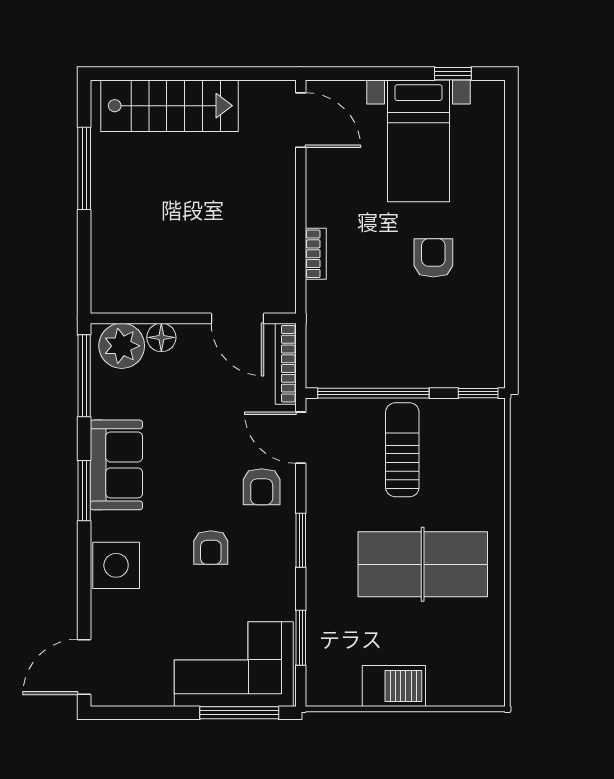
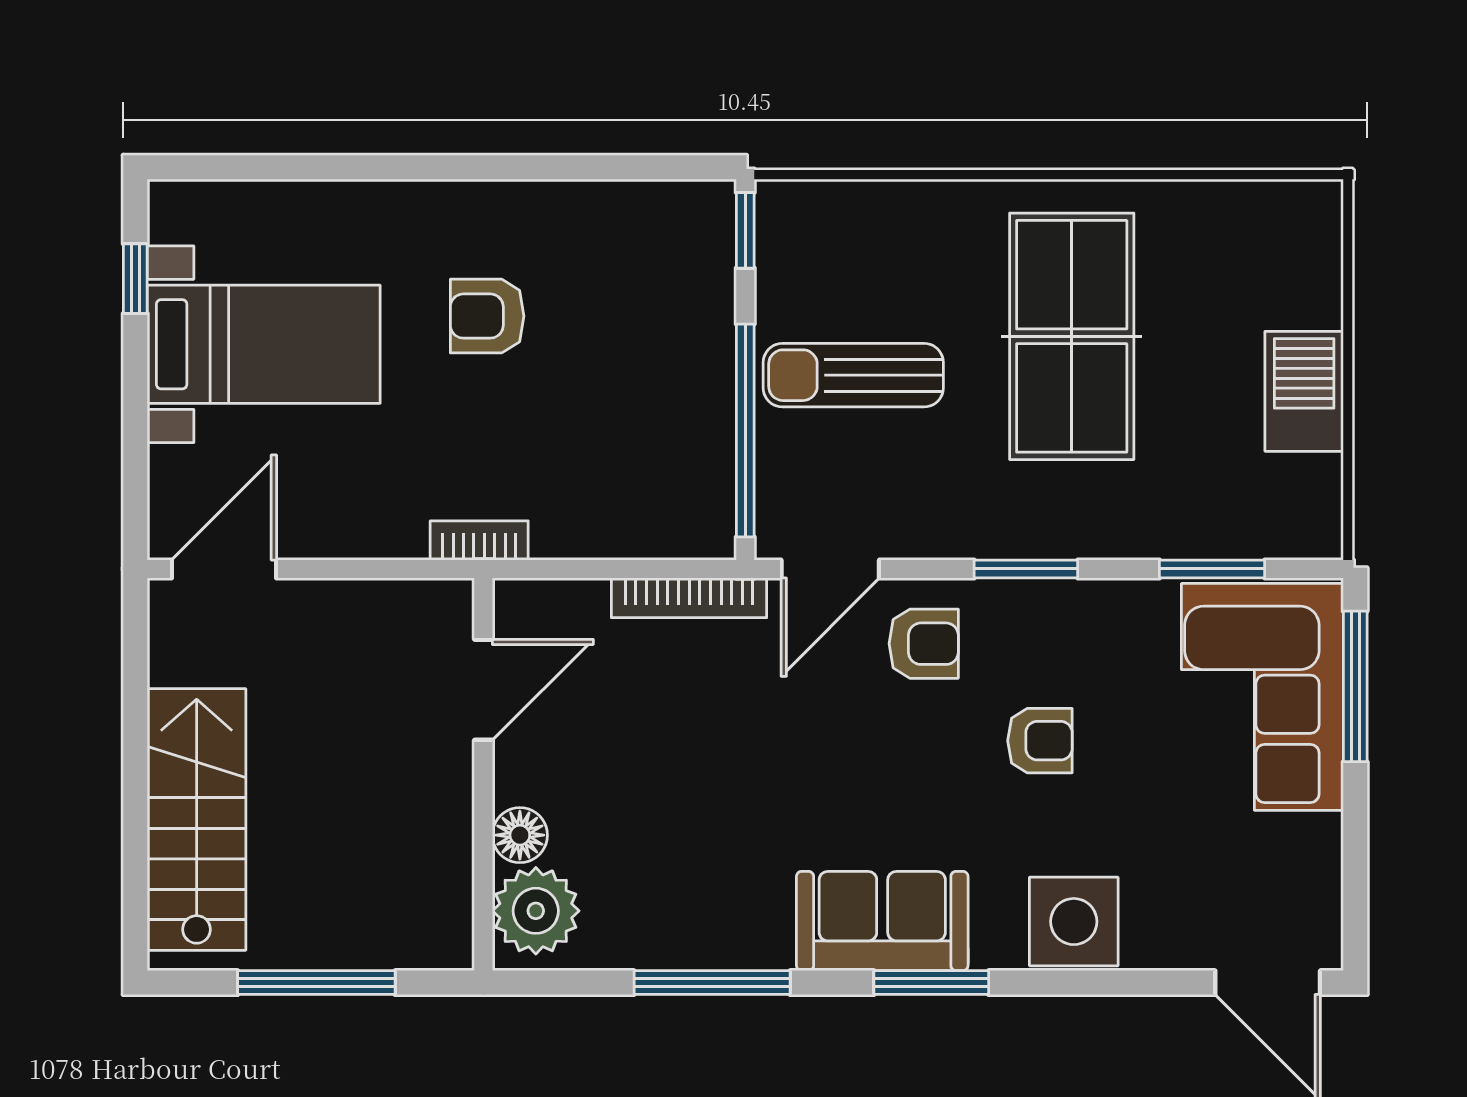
wall: (193, 318) -> (483, 774), moved
door: (238, 318) -> (483, 690), moved
floor lamp: (161, 337) -> (520, 835), moved
plant: (122, 346) -> (536, 911), moved

